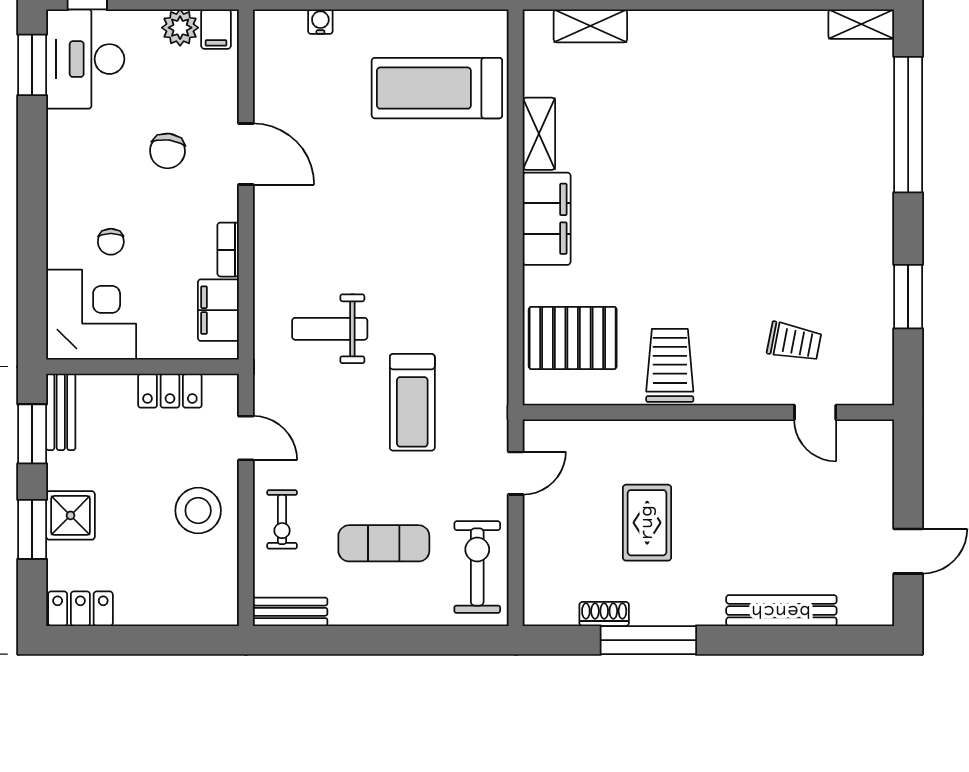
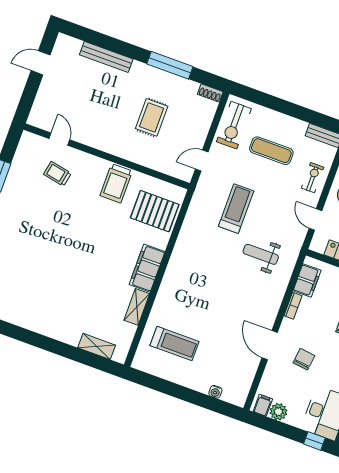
treadmill: (437, 88) -> (175, 344), width x0.73, depth x0.73
weight bench: (330, 329) -> (261, 254), turned 180
shoe rack: (604, 614) -> (210, 93), moved

